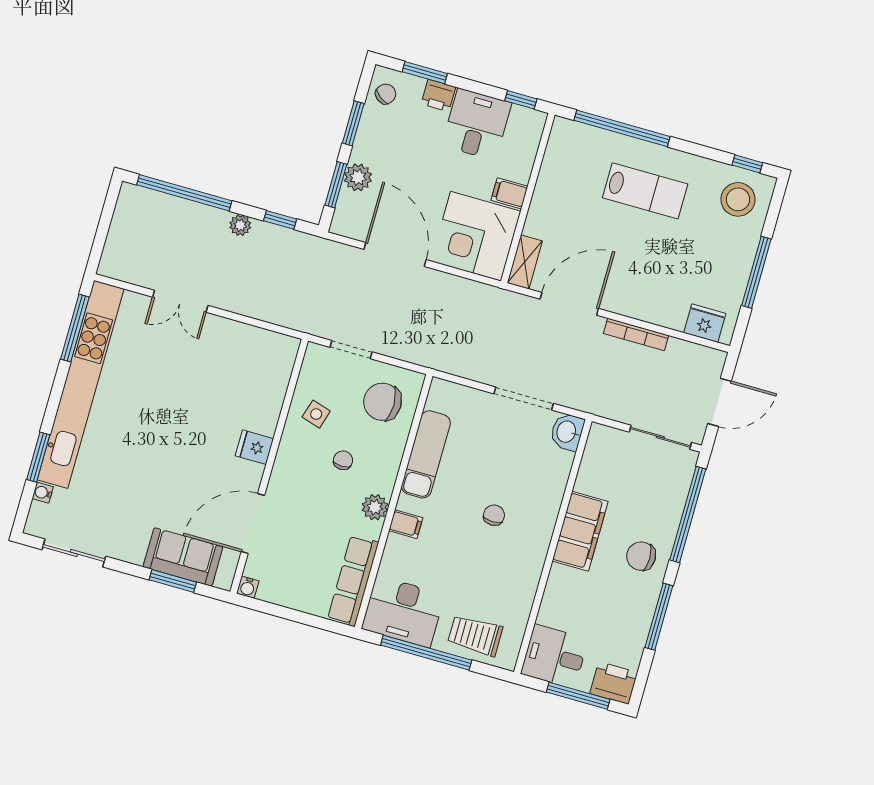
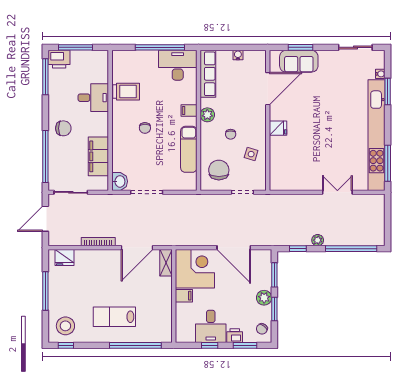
window: (521, 100) -> (210, 345), moved
plant: (358, 177) -> (264, 298), moved
chair: (383, 402) -> (219, 170), turned -90
filing cabinet: (580, 531) -> (98, 156), moved
water cooler: (248, 587) -> (238, 55), moved
window: (659, 617) -> (45, 77), moved
trolley: (475, 635) -> (126, 92), moved
desk: (554, 656) -> (93, 98), moved

